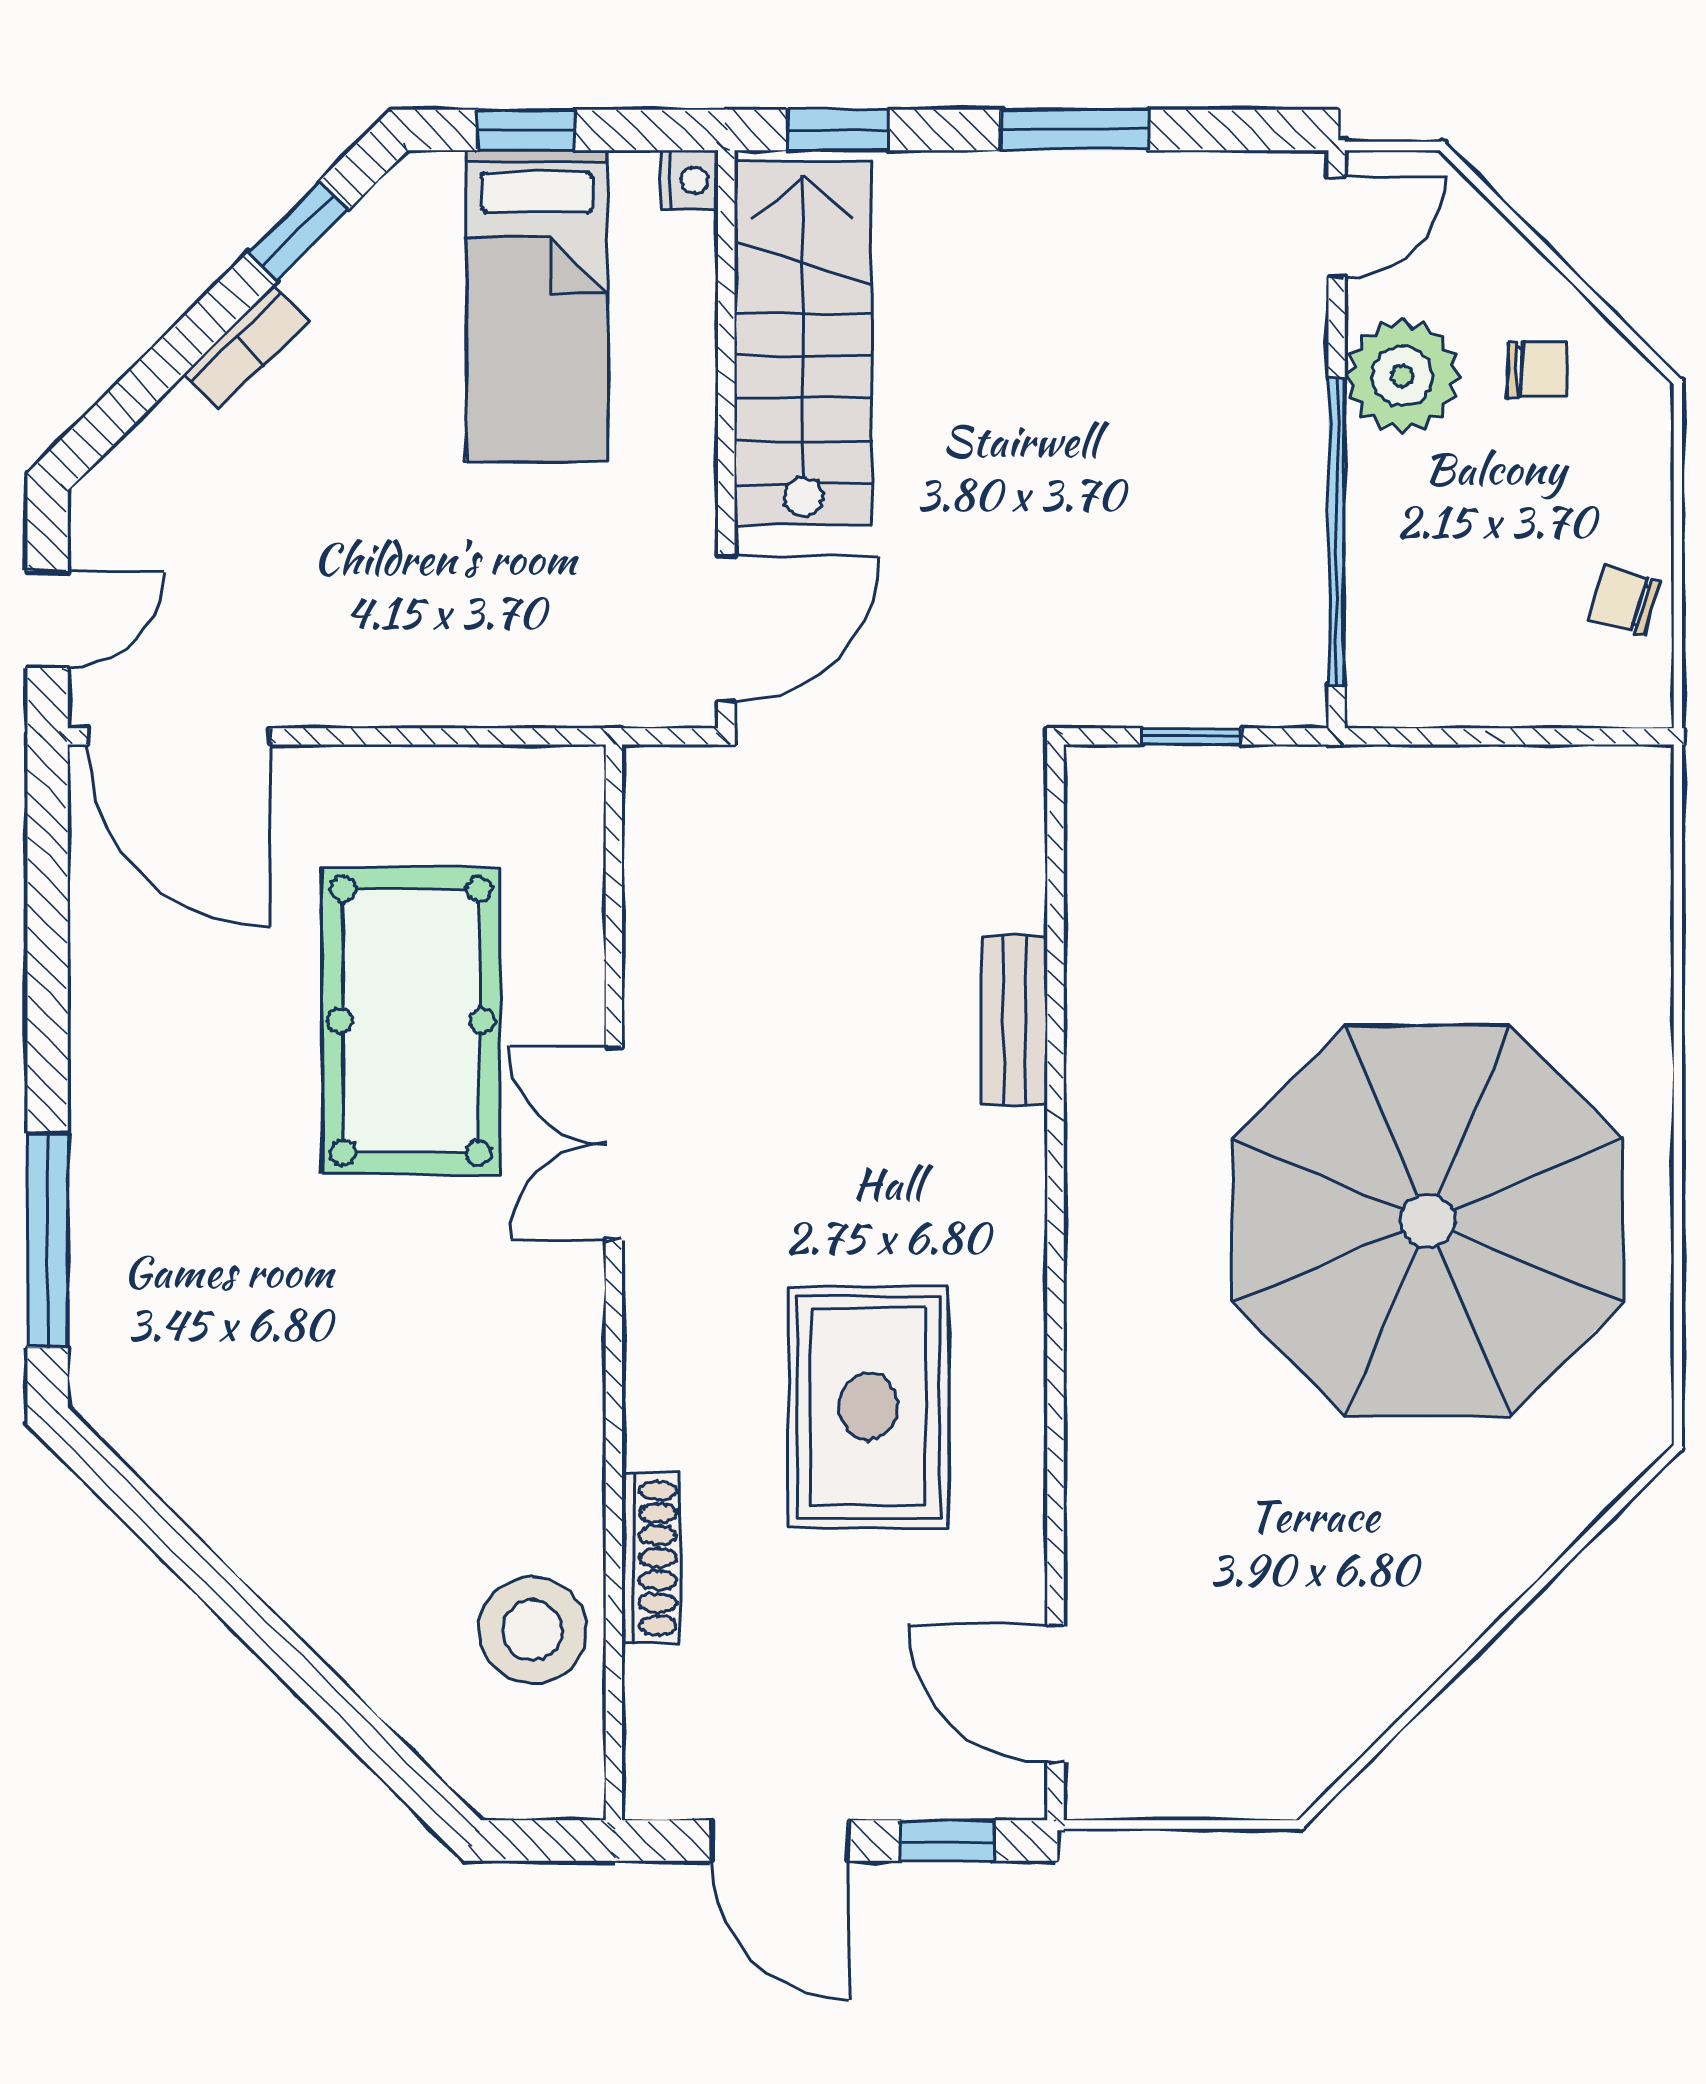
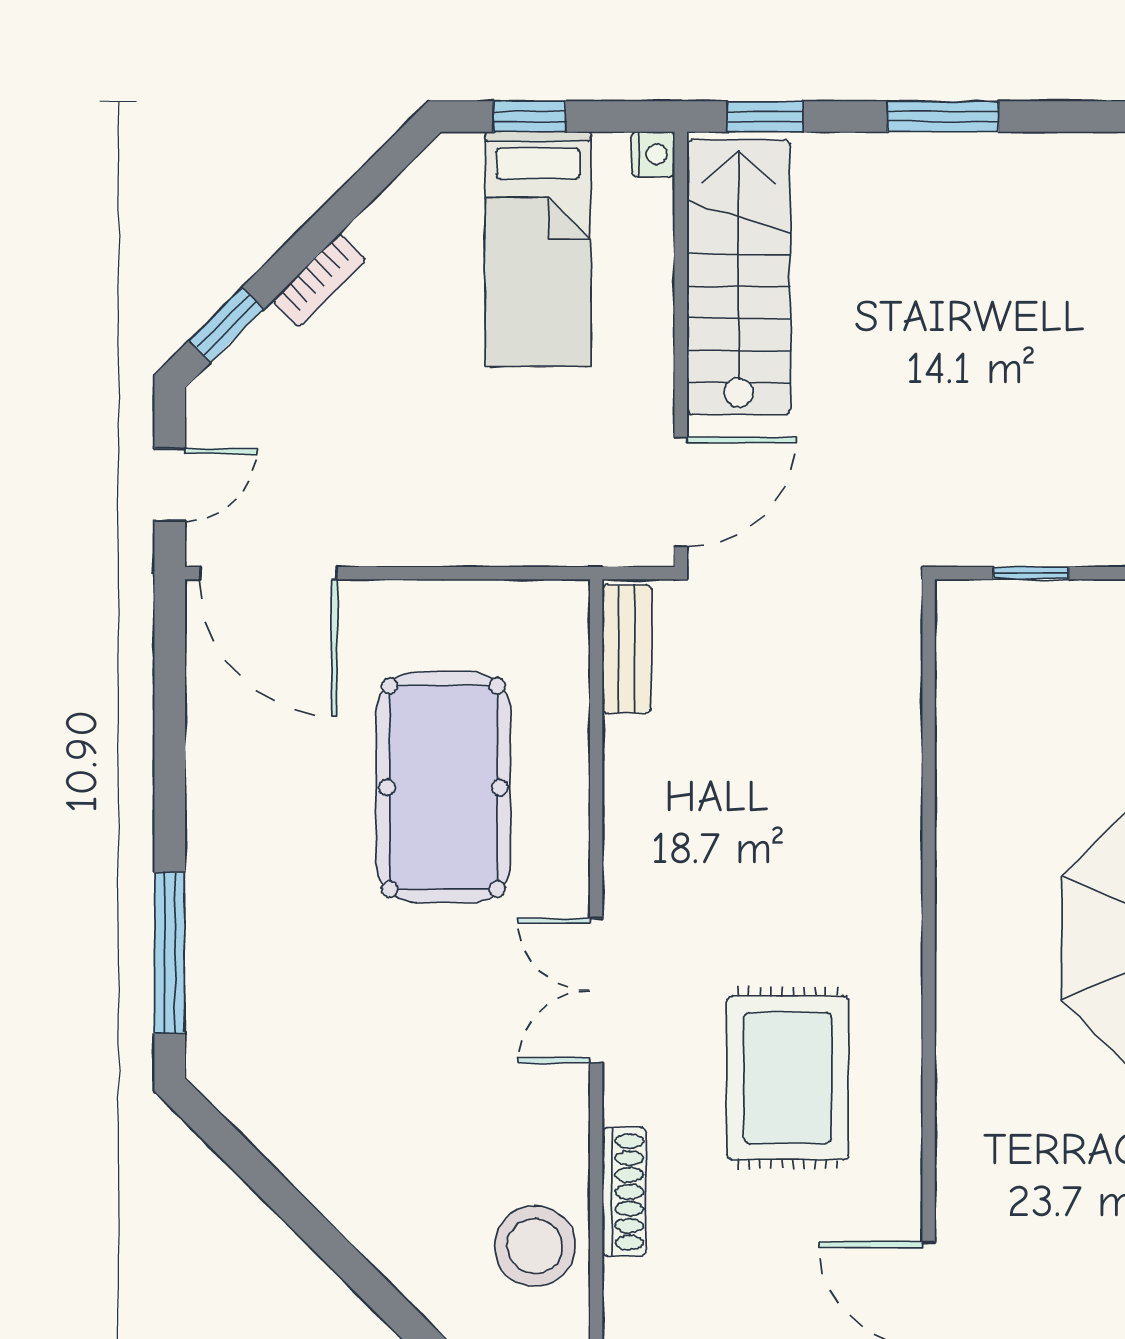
window: (298, 231) -> (226, 325), moved
bench: (1015, 1021) -> (627, 649), moved
double door: (614, 1143) -> (596, 991), moved

